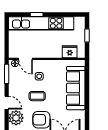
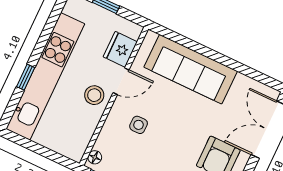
stool: (43, 50) -> (94, 95), added
door: (26, 59) -> (121, 81), moved
coffee table: (37, 96) -> (172, 145), removed

